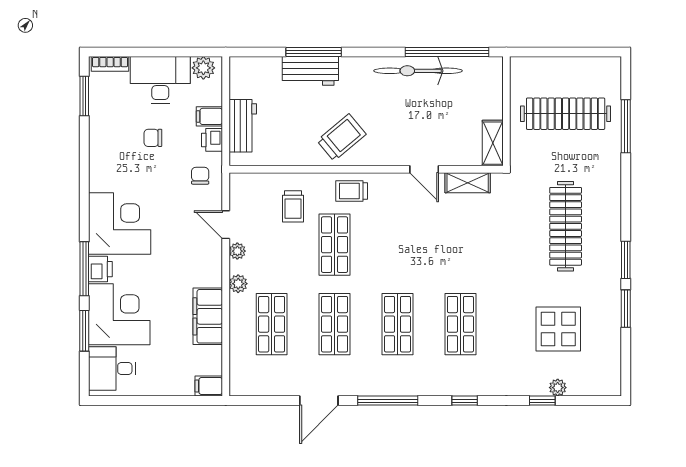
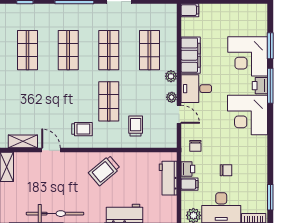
trolley: (352, 191) -> (82, 129), moved
desk: (112, 368) -> (196, 89), moved, turned 180

